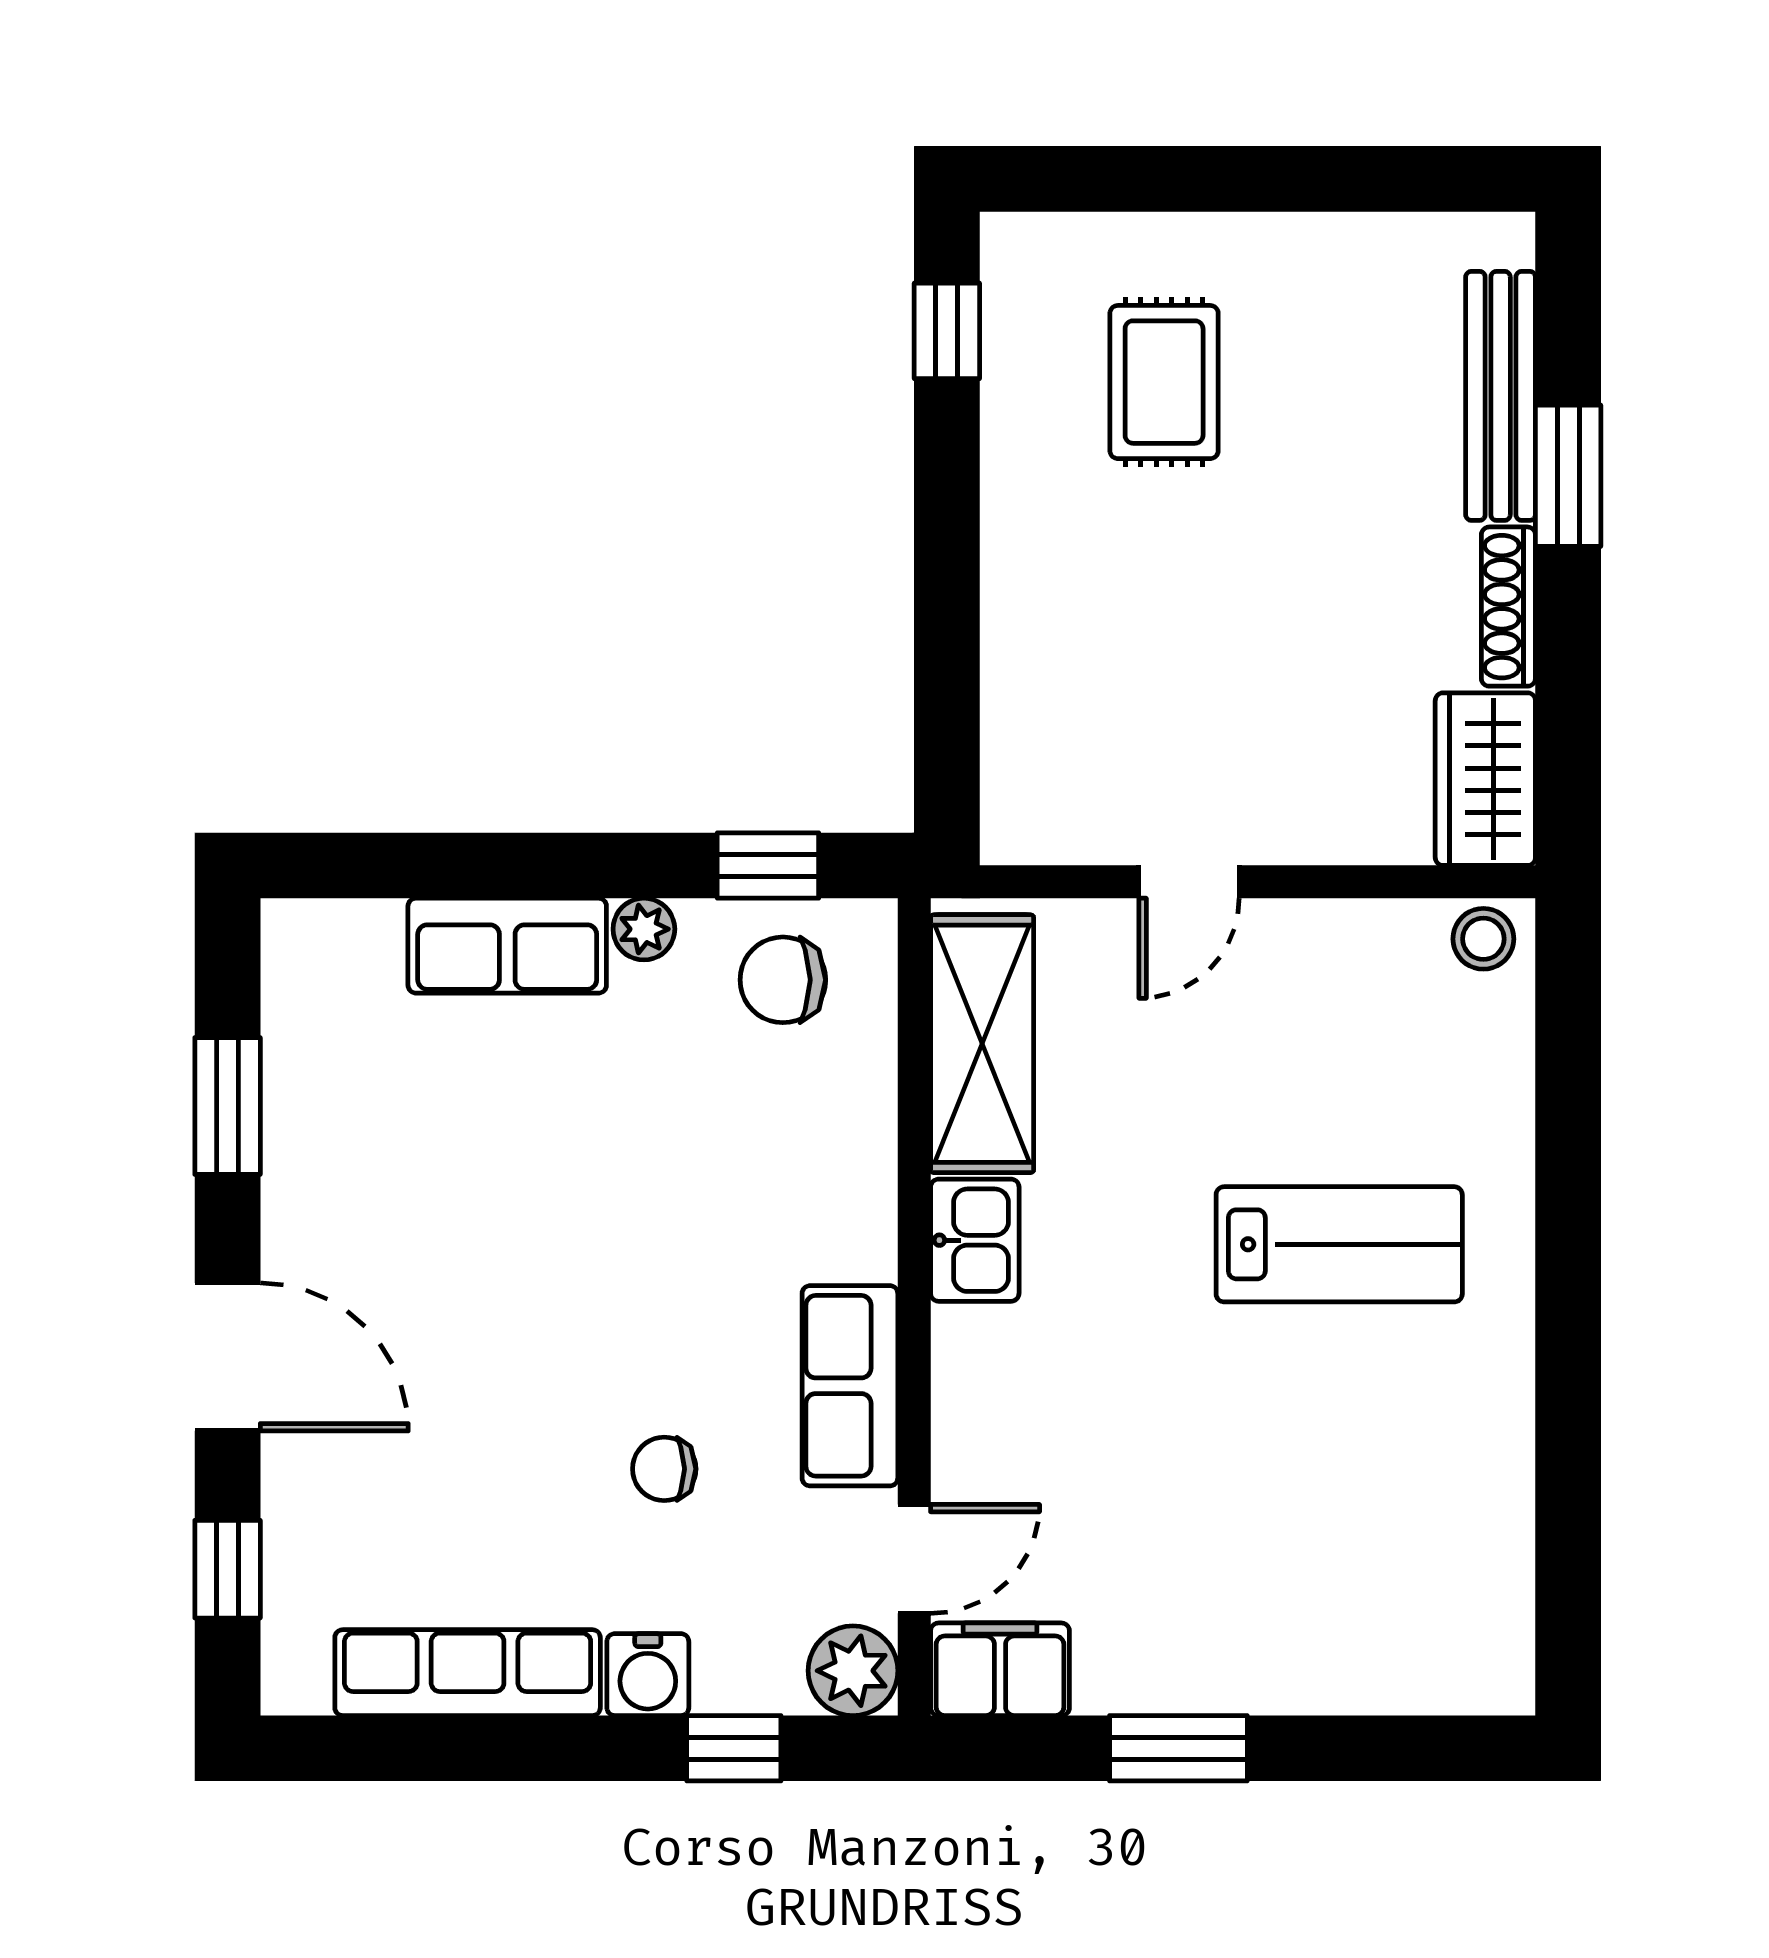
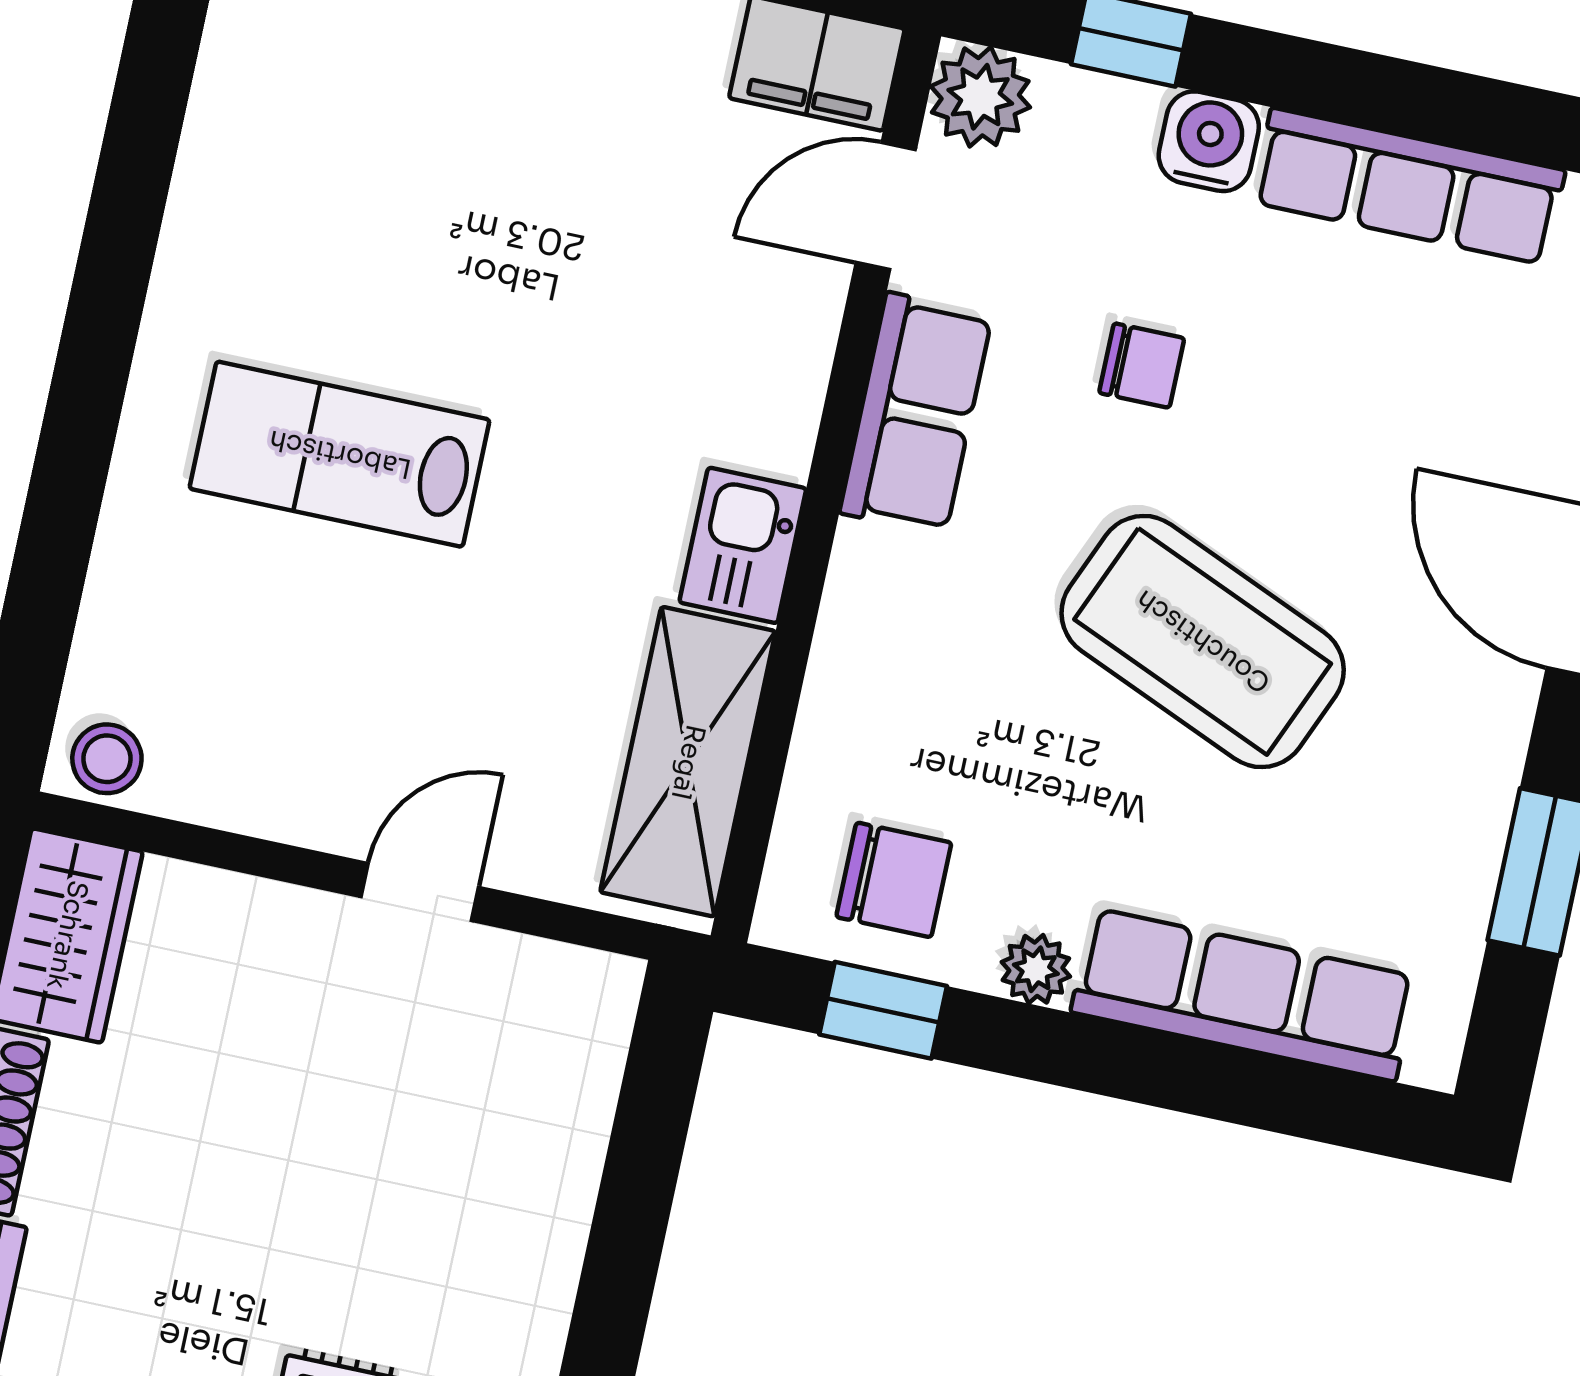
row of seats: (507, 946) -> (1244, 995), width x1.48
coffee table: (561, 1242) -> (1203, 641), added

